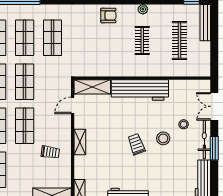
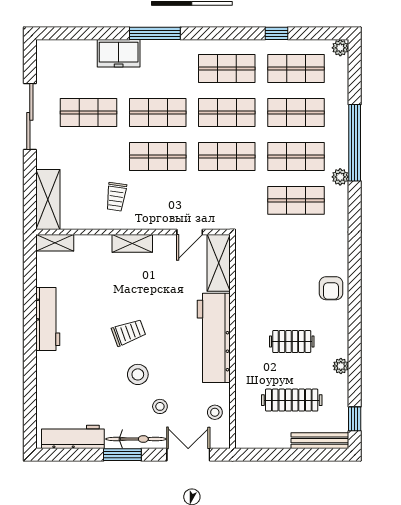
plant: (143, 9) -> (341, 366), moved
plant: (38, 10) -> (340, 177), added
stool: (187, 89) -> (215, 412), added
door: (73, 105) -> (190, 232), swing flipped

